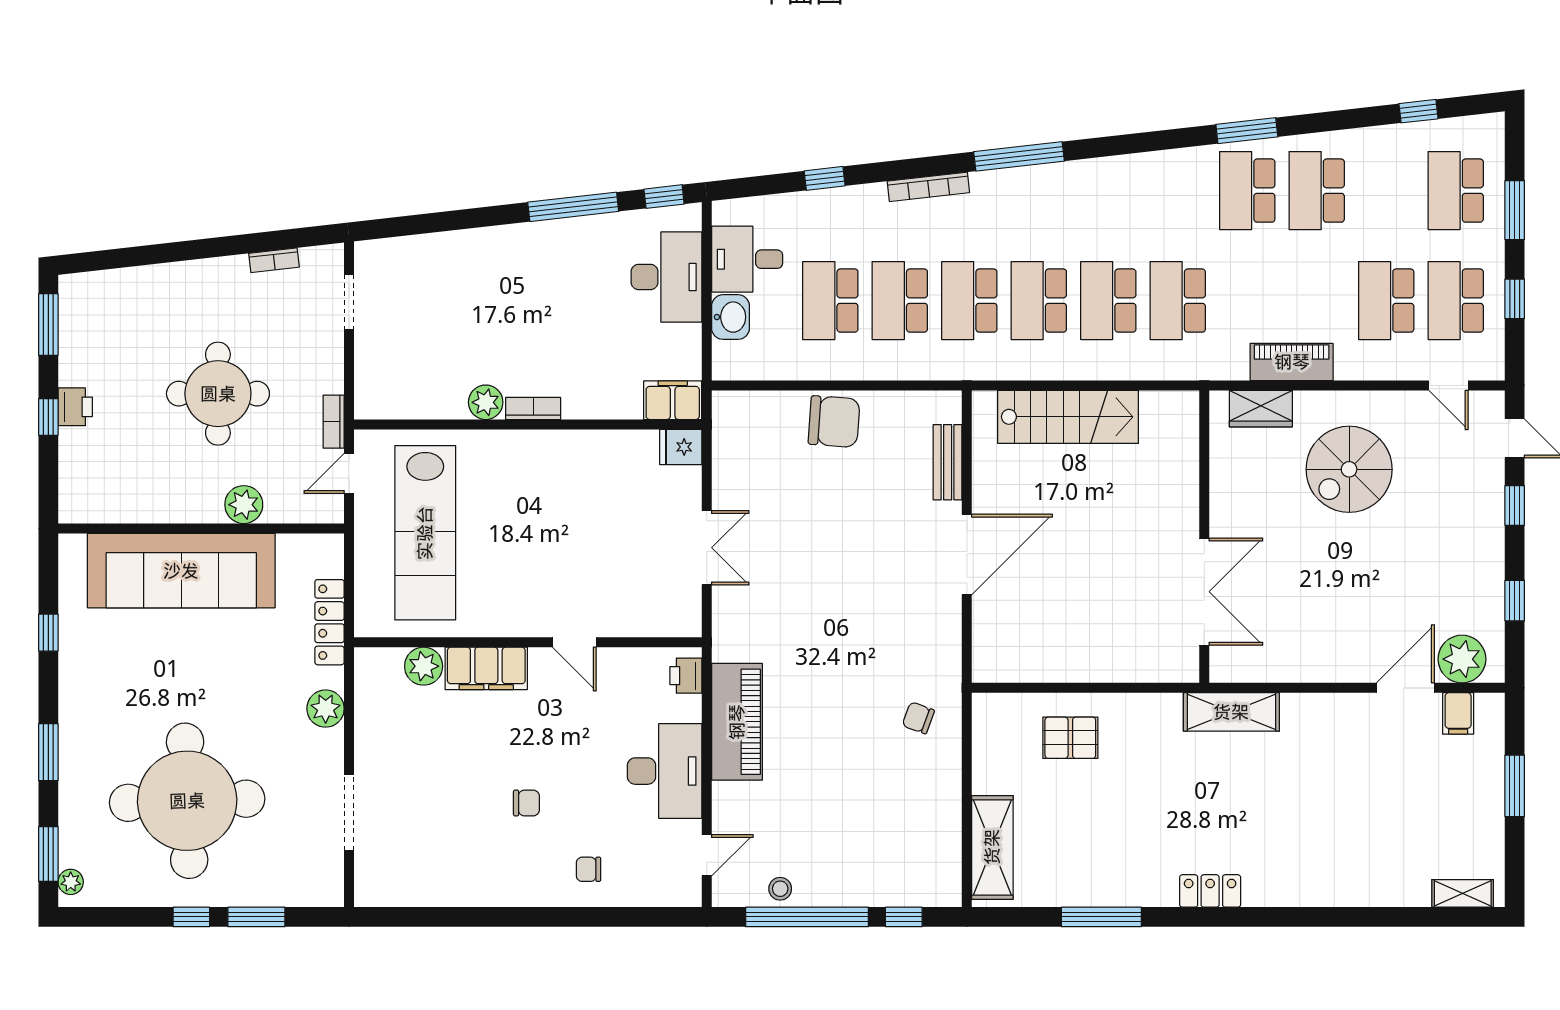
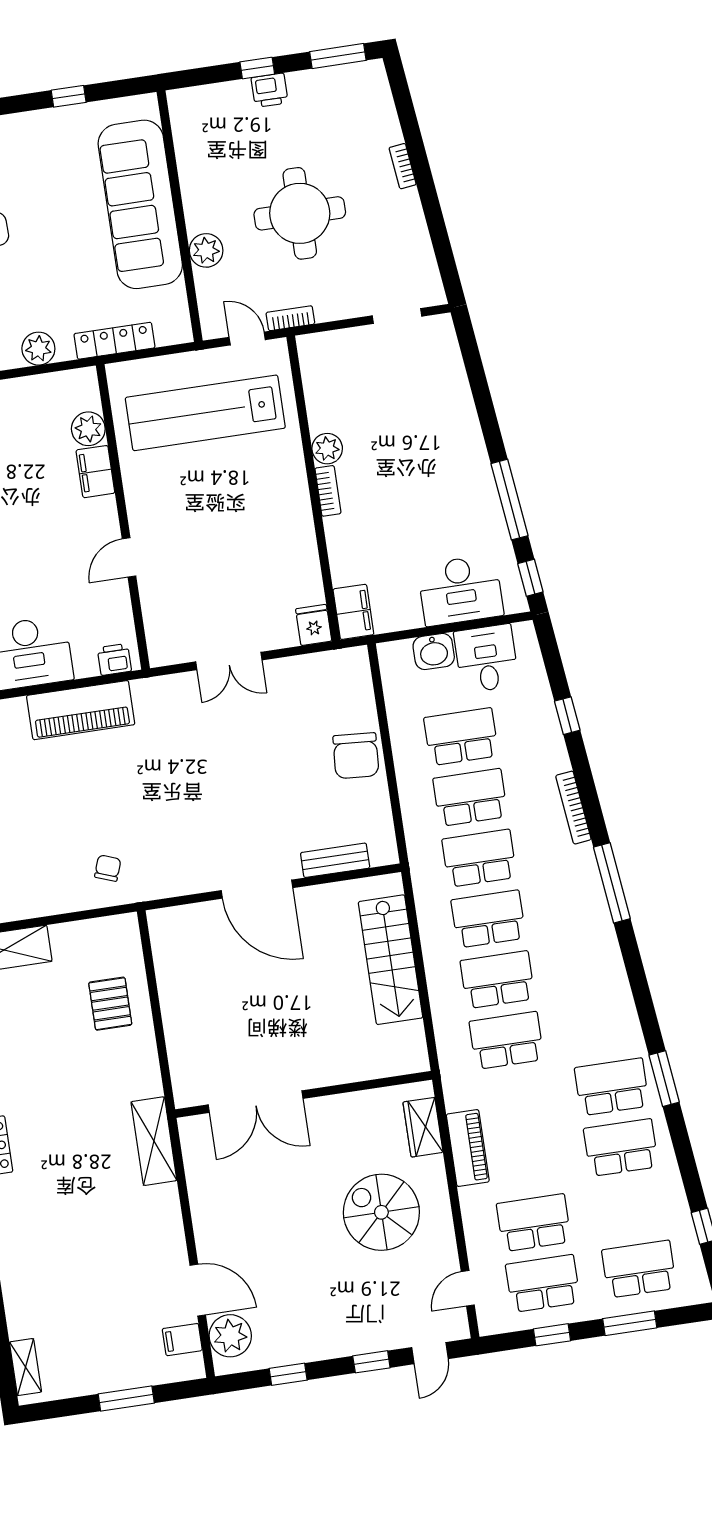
bookcase: (274, 260) -> (403, 166), moved
filing cabinet: (486, 668) -> (95, 472), width x0.67, depth x0.86

